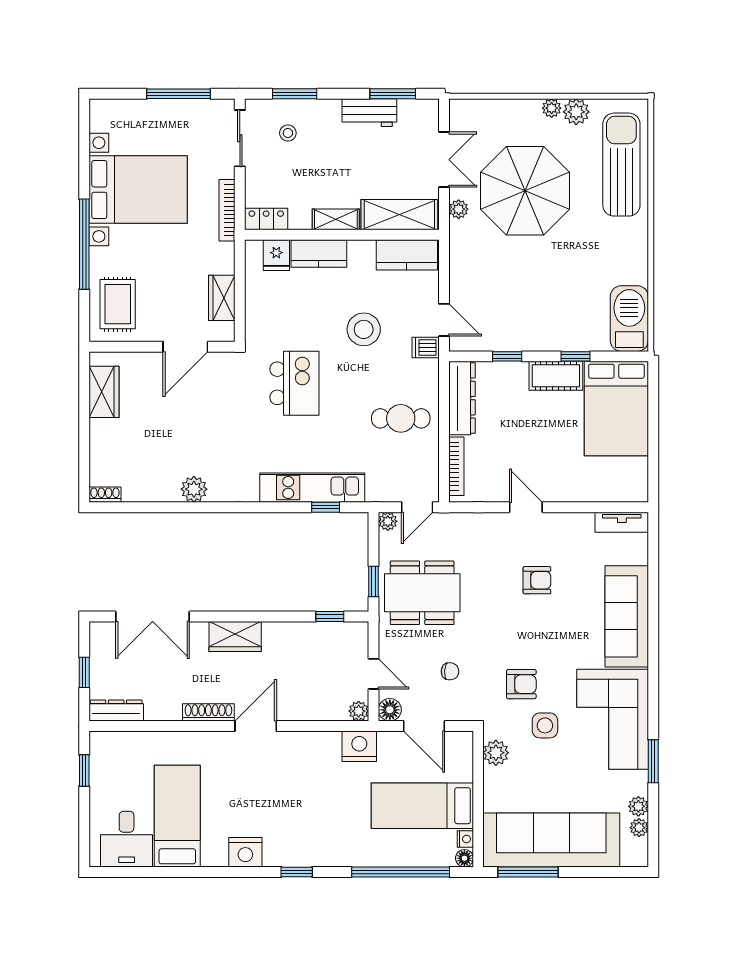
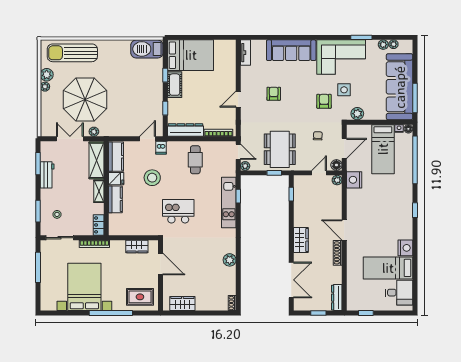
fridge: (276, 255) -> (116, 179), moved
nightstand: (245, 852) -> (405, 248), moved

